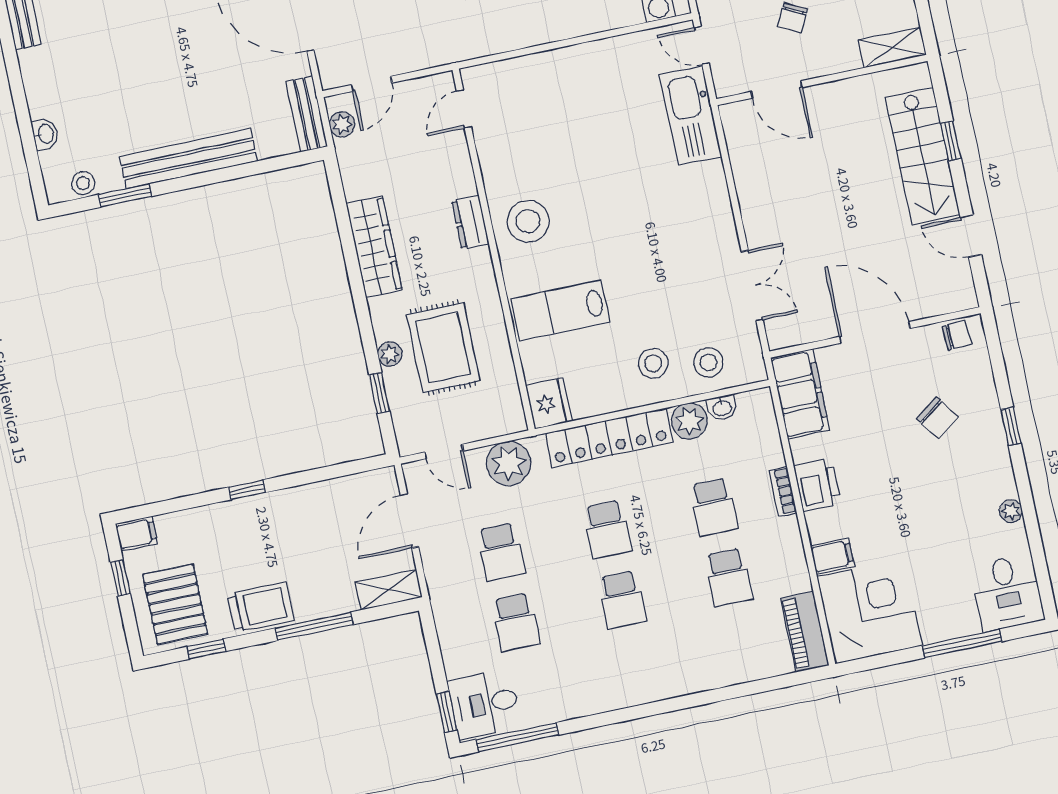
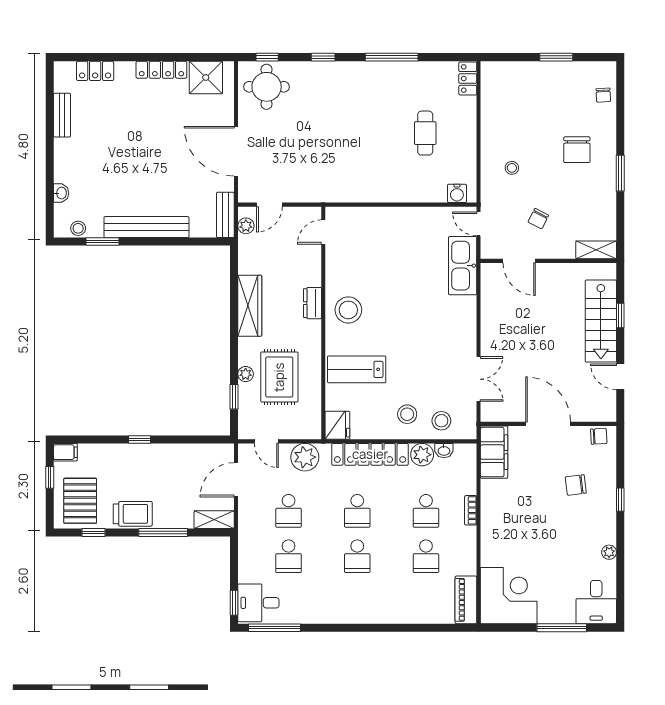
chair: (937, 418) -> (576, 485), turned 119
printer: (817, 485) -> (493, 511), removed
filing cabinet: (832, 556) -> (493, 557), removed

